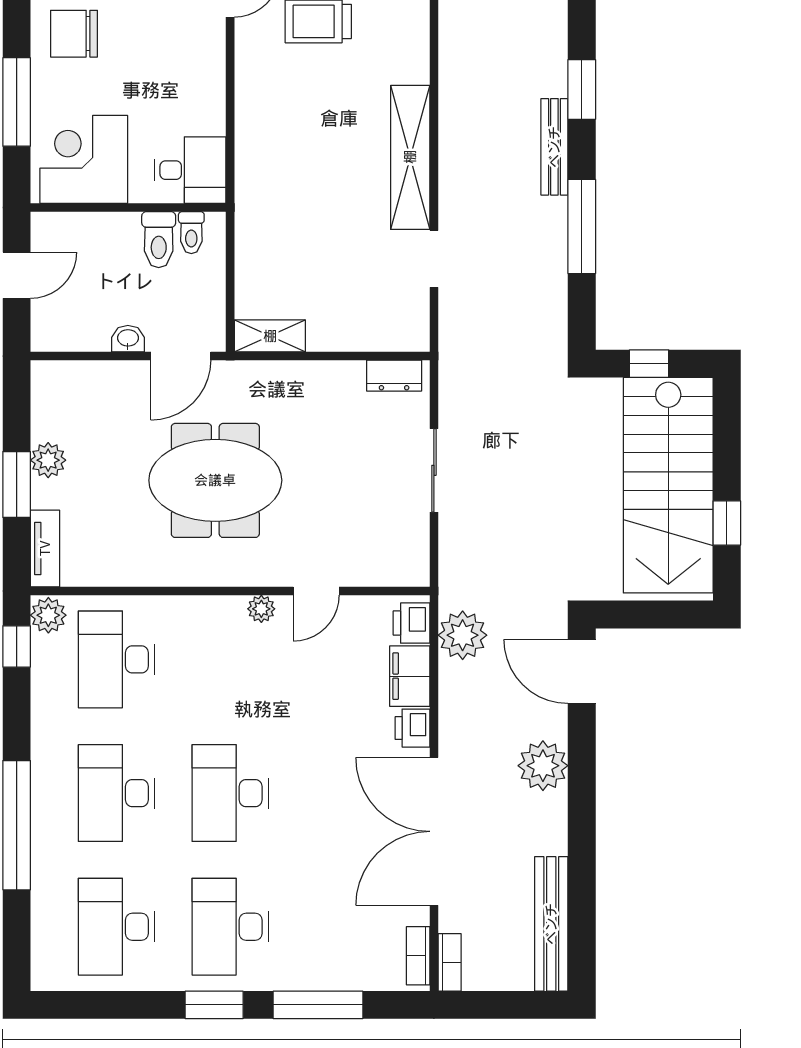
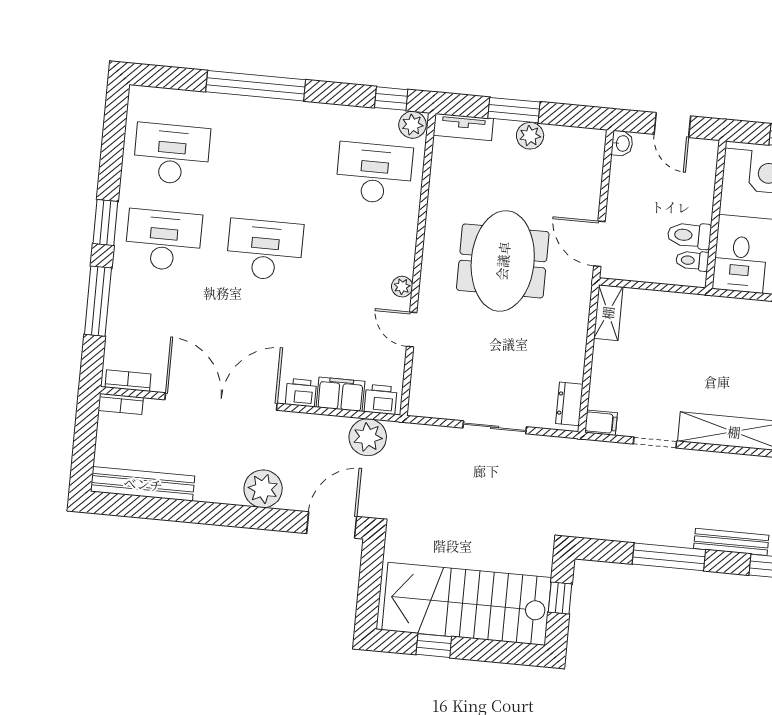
filing cabinet: (415, 332) -> (601, 423), added
washbasin: (128, 339) -> (622, 143), moved
desk: (116, 793) -> (273, 164), removed

